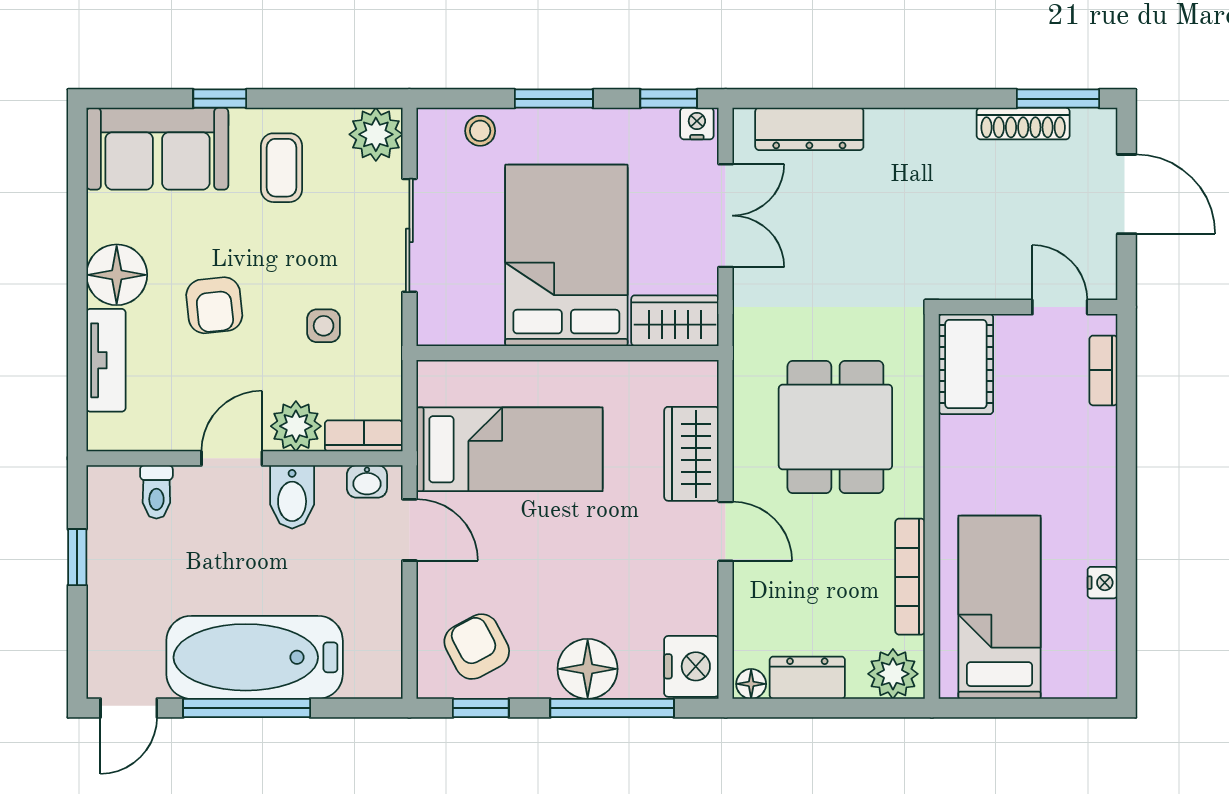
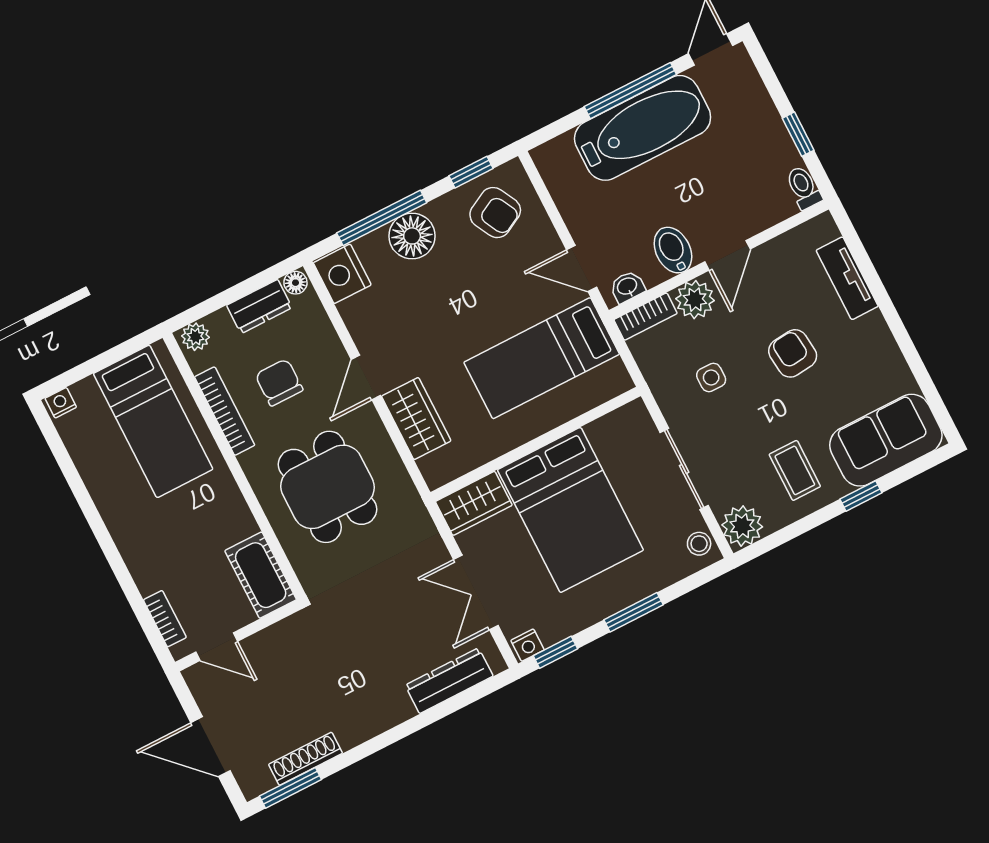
stool: (480, 131) -> (699, 544), moved
floor lamp: (117, 275) -> (870, 340), removed
toilet: (156, 492) -> (804, 188), moved
door: (726, 531) -> (366, 378), hinge flipped
chair: (830, 578) -> (279, 382), added
nightstand: (1102, 583) -> (61, 403), moved, turned 90
plant: (893, 674) -> (195, 337), width x0.73, depth x0.73

